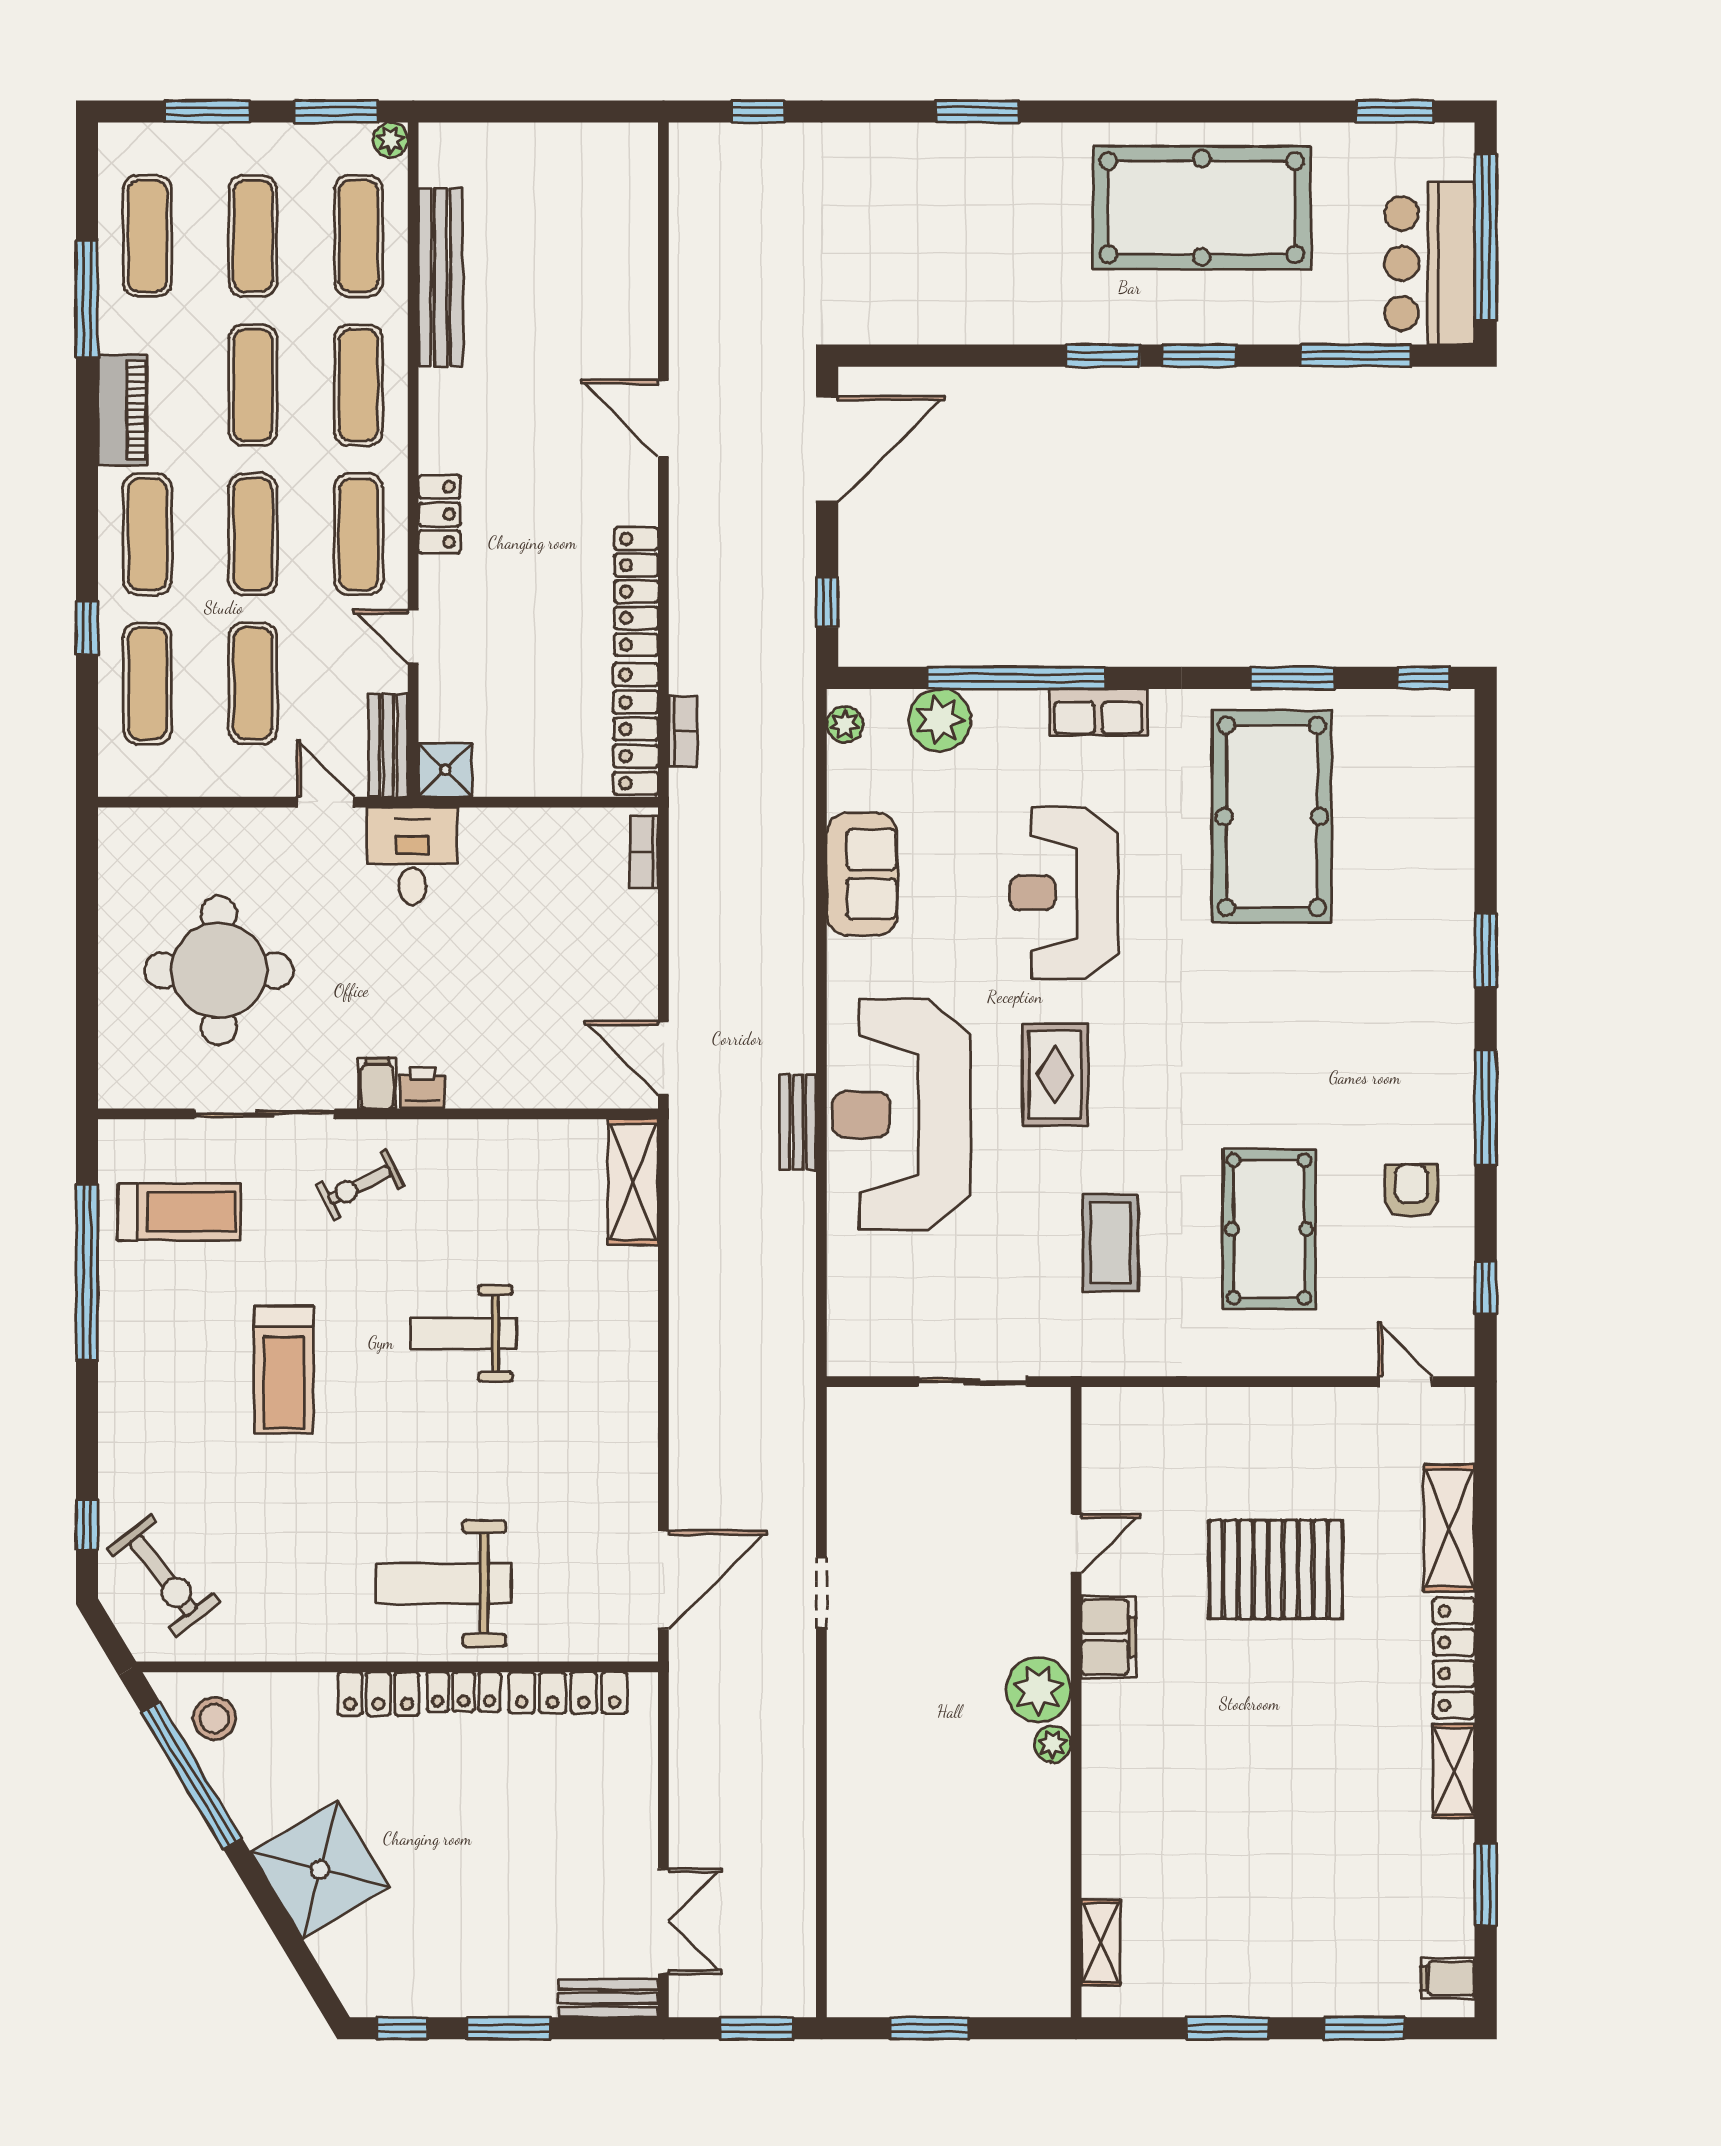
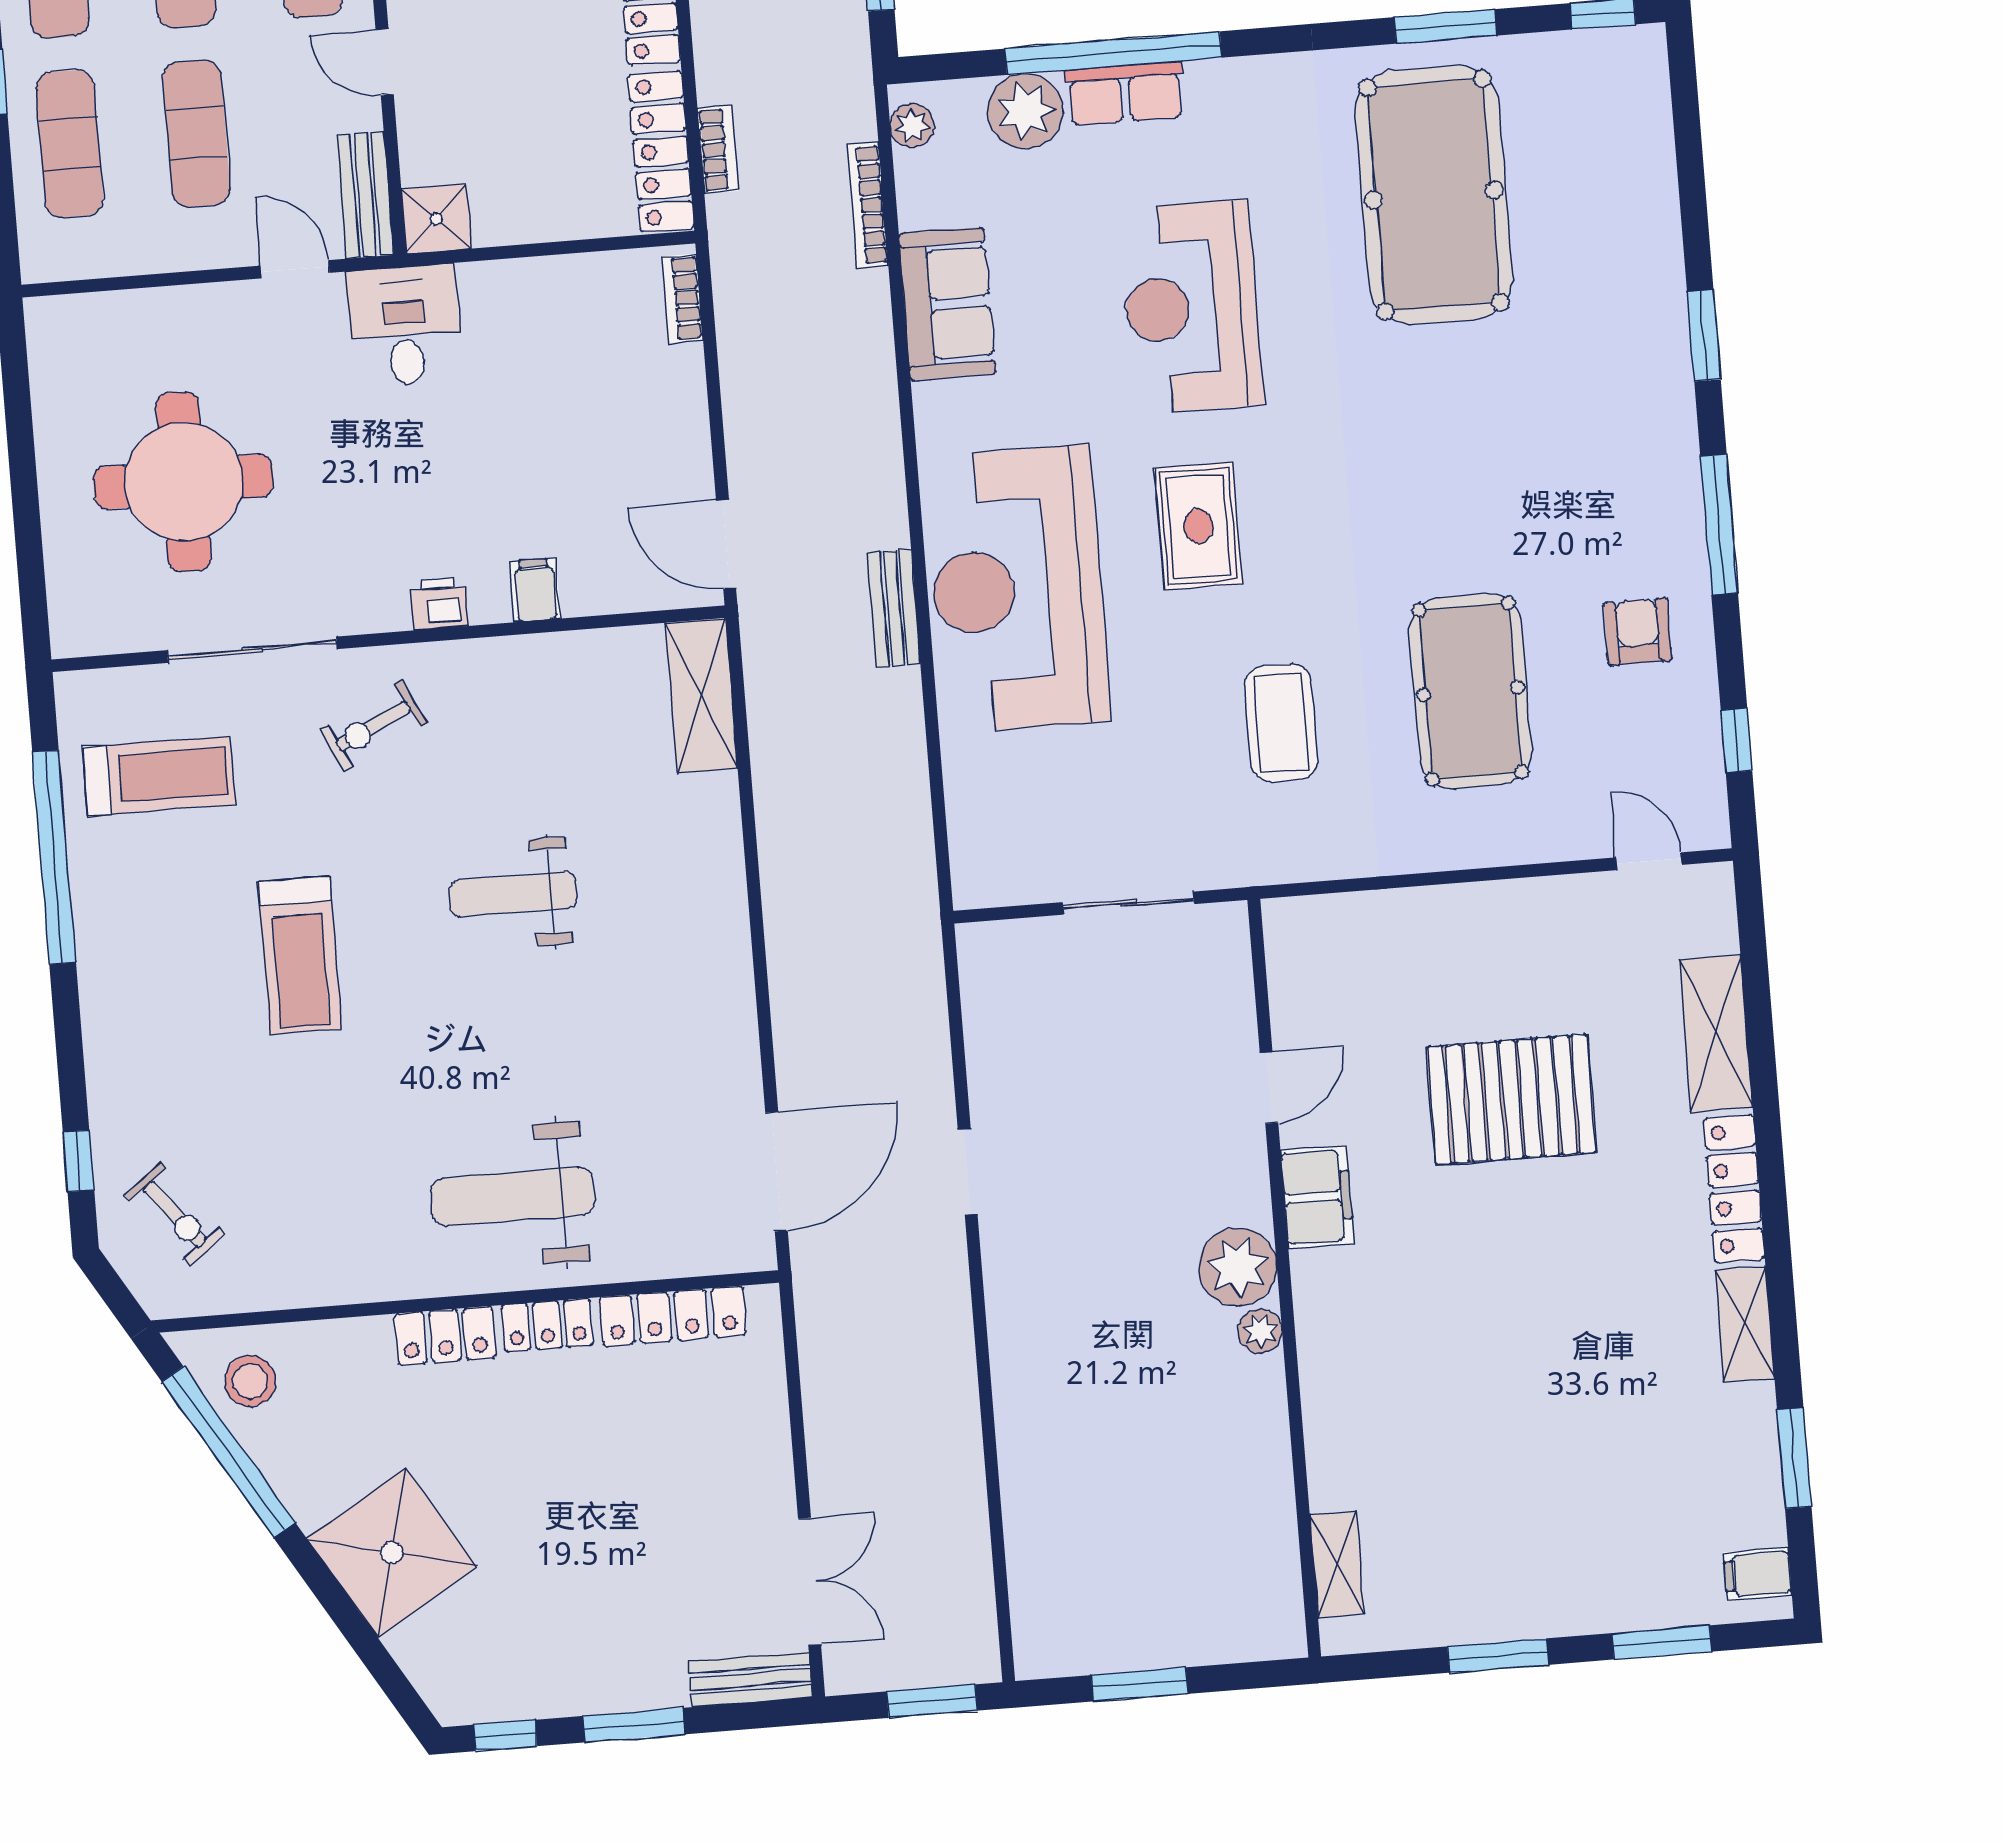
row of seats: (1098, 712) -> (1125, 94), moved
bookcase: (803, 787) -> (868, 205), added
filing cabinet: (377, 1083) -> (535, 590), moved
exercise bike: (163, 1576) -> (175, 1214), width x0.73, depth x0.72

